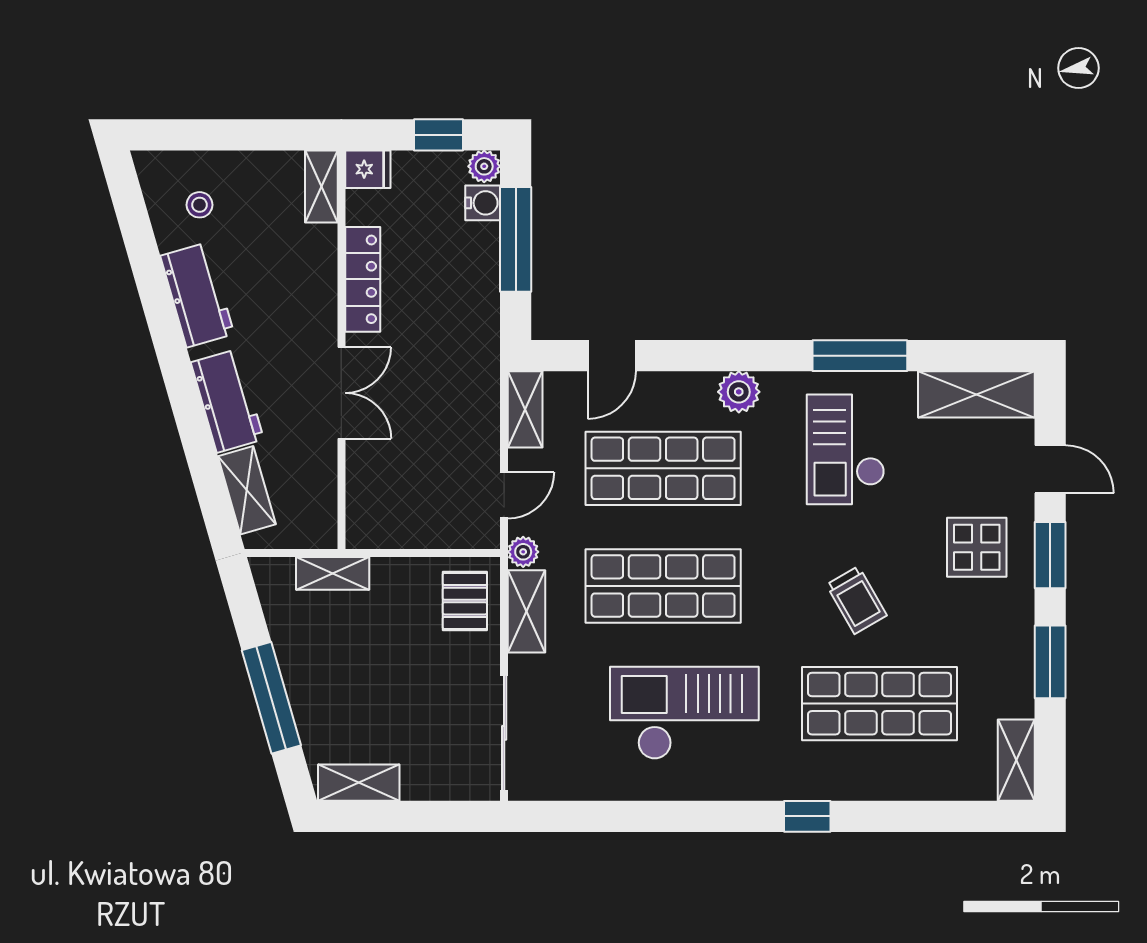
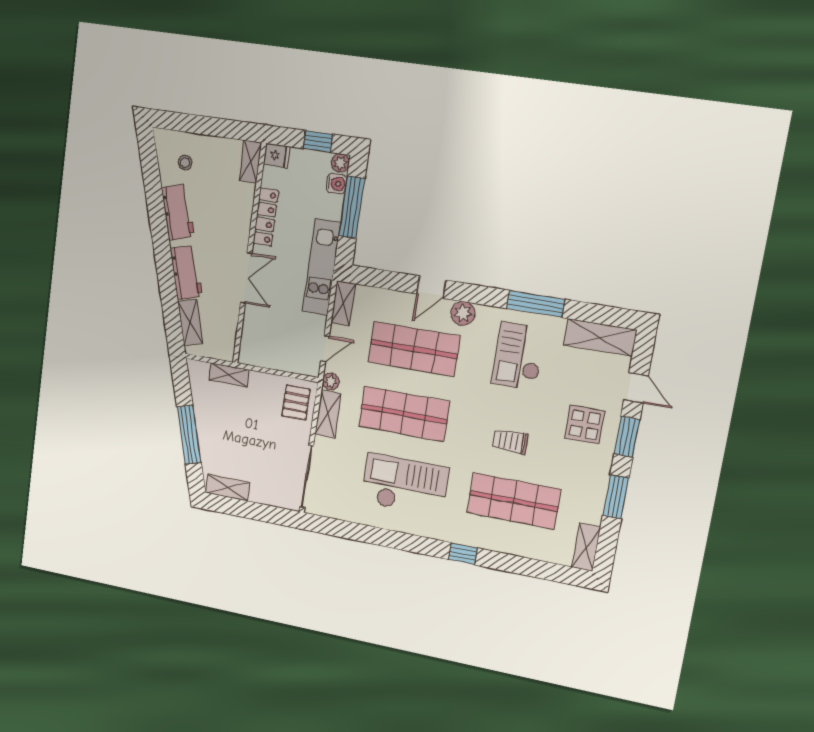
kitchen unit: (477, 351) -> (321, 267), added
door: (612, 356) -> (431, 287), moved
trolley: (857, 600) -> (510, 441), turned 120

